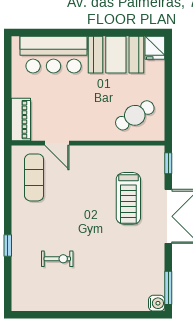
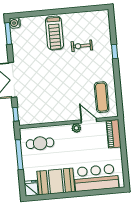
window: (168, 101) -> (19, 155), added
cafe table: (135, 115) -> (40, 143), turned 32
plant: (77, 134) -> (76, 128), added
treadmill: (128, 198) -> (54, 33), moved, turned 180

